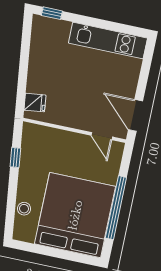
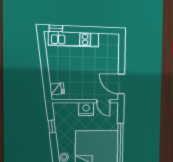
kitchen unit: (108, 41) -> (74, 39), moved
nightstand: (73, 142) -> (86, 109), added

